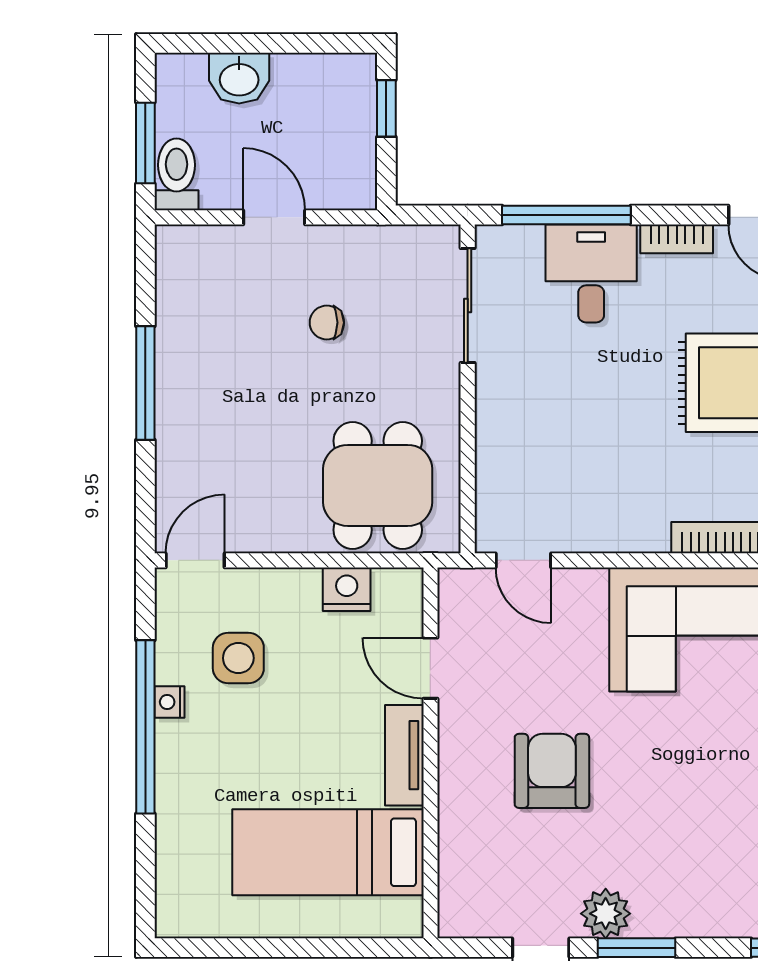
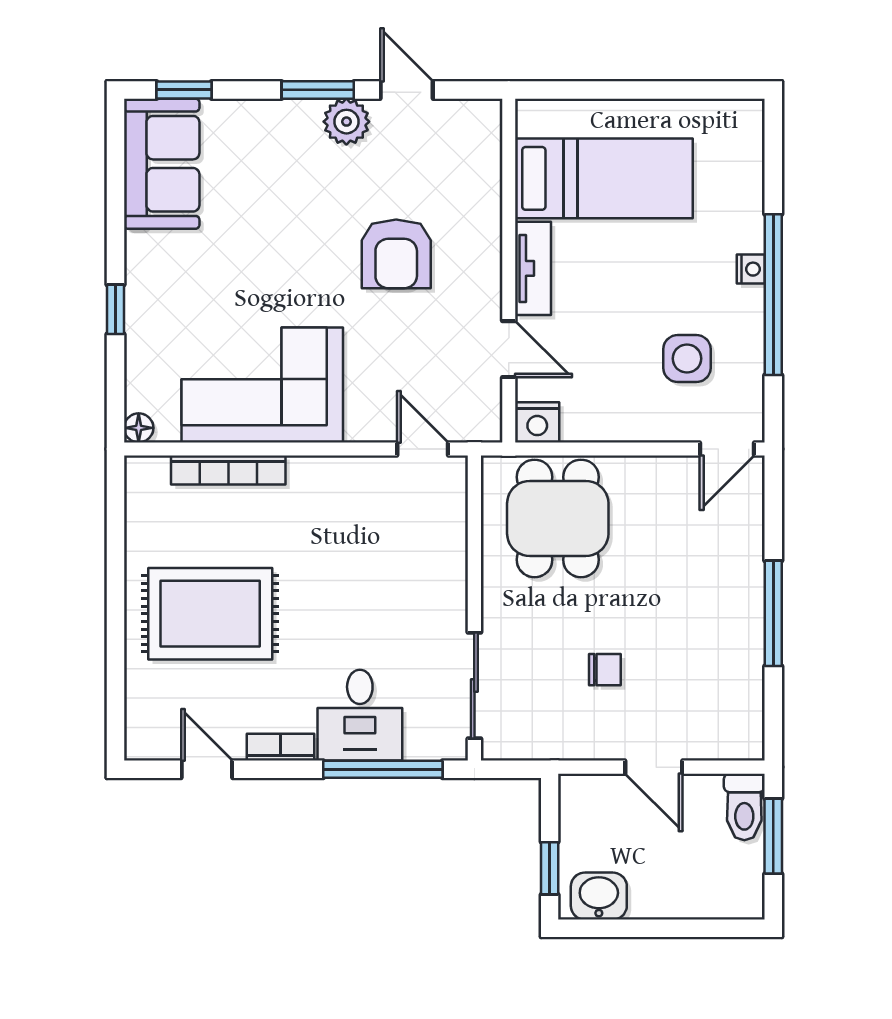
washbasin: (239, 78) -> (599, 896), moved
nightstand: (347, 589) -> (537, 422), moved
nightstand: (170, 702) -> (751, 269), moved

